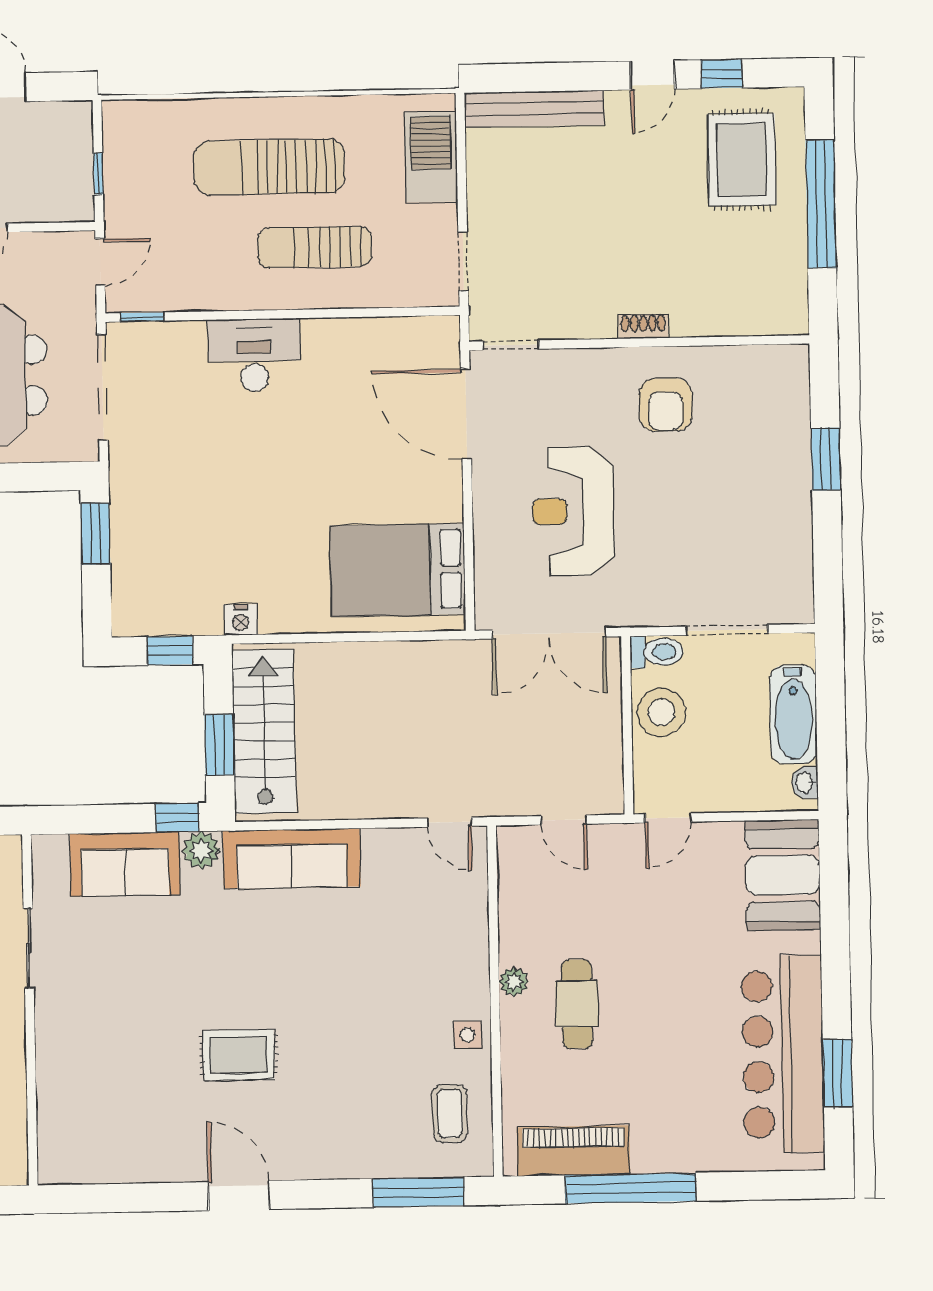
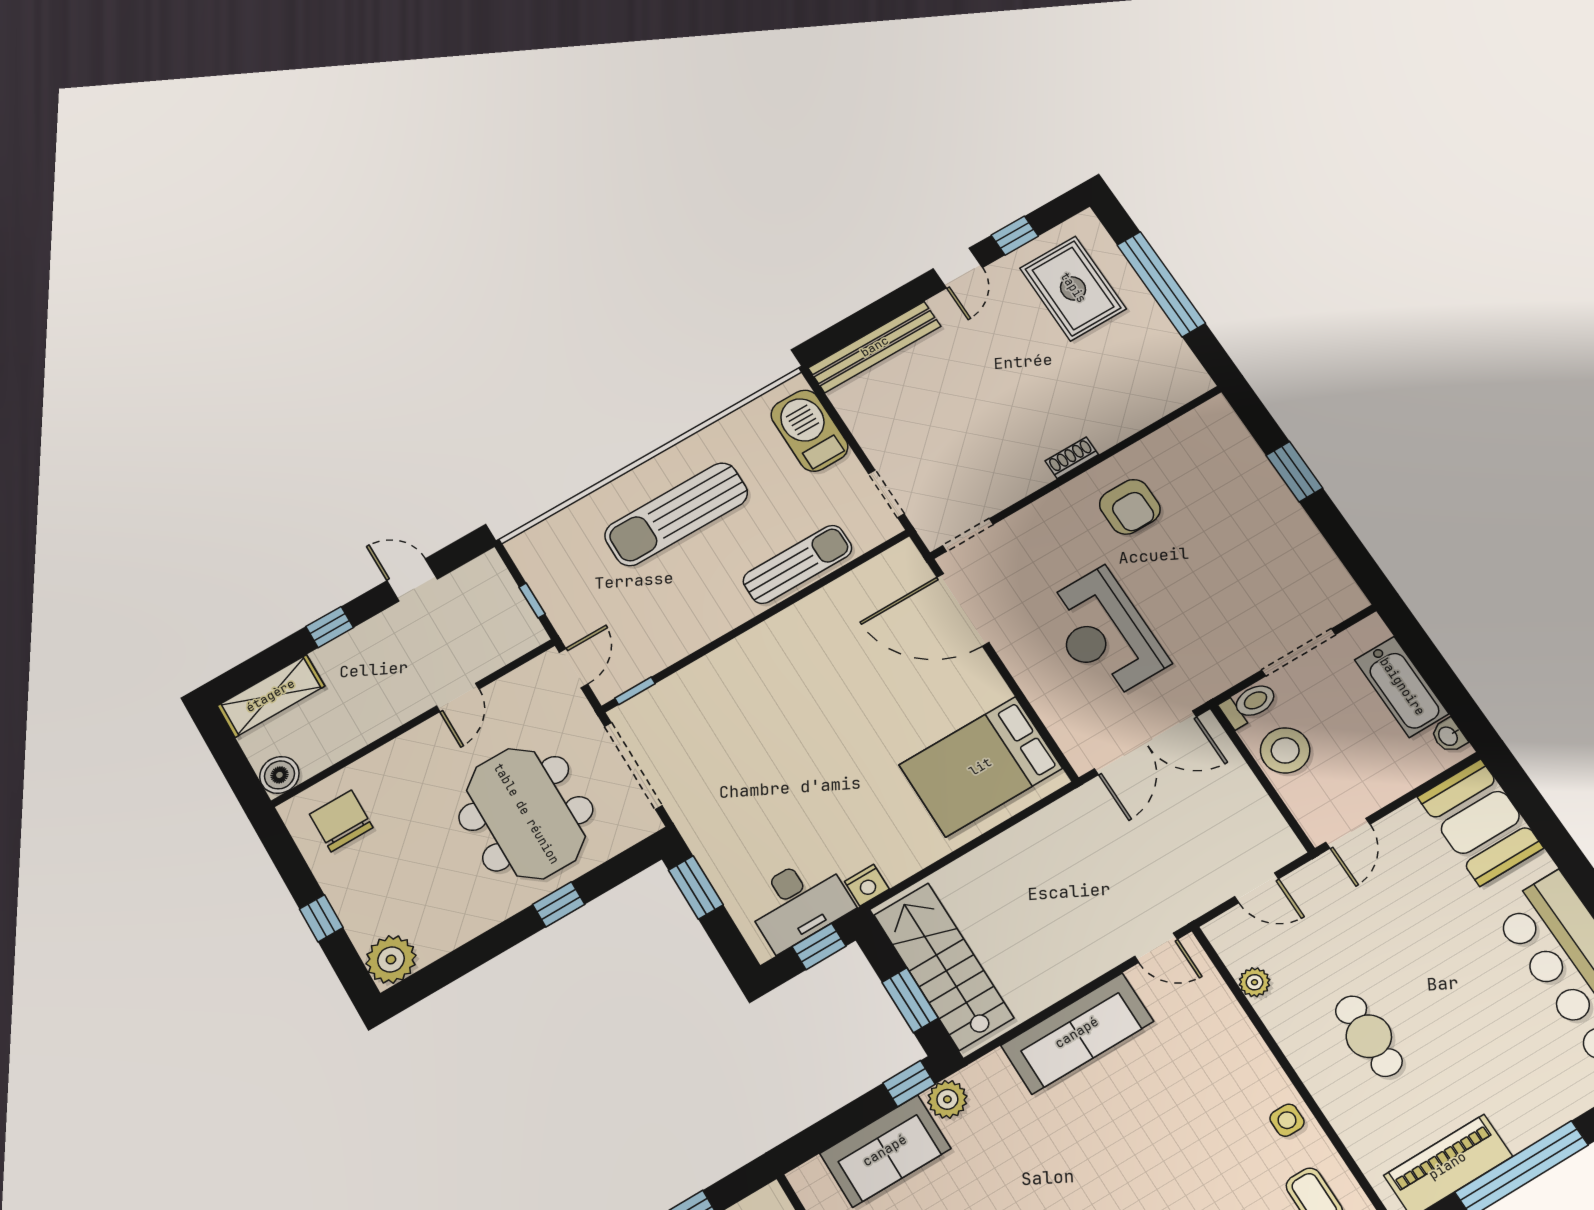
sun lounger: (315, 247) -> (797, 564), moved, turned 180
desk: (254, 355) -> (798, 902), moved, turned 180
sofa: (292, 859) -> (1077, 1033), moved
plant: (514, 982) -> (1254, 982), moved

